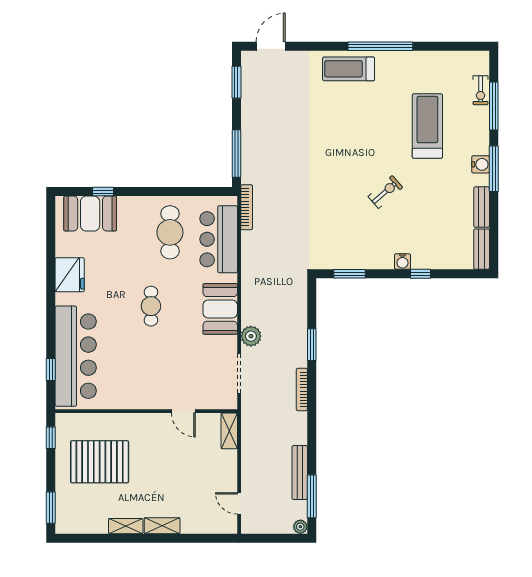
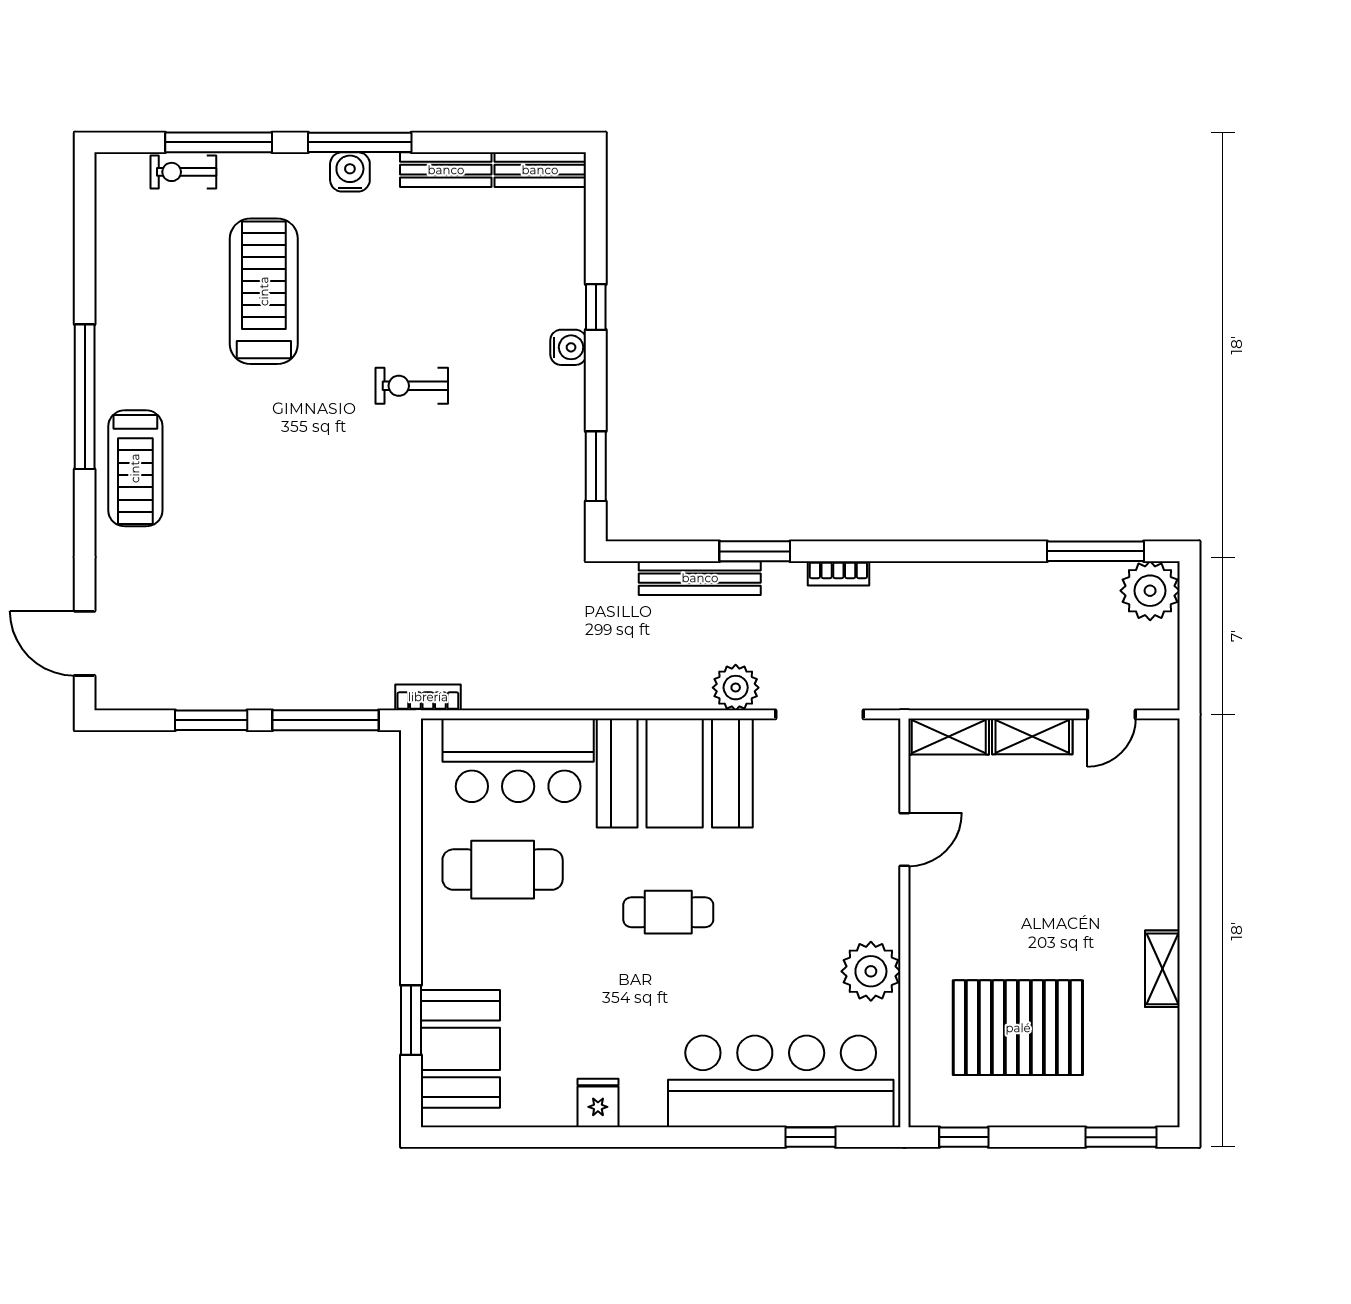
window: (236, 82) -> (211, 720), moved
exercise bike: (481, 90) -> (183, 172), turned 180
treadmill: (427, 126) -> (264, 291), turned 90
window: (103, 192) -> (411, 1020), width x1.50
exercise bike: (385, 192) -> (412, 386), turned -49
bookcase: (247, 207) -> (428, 697), width x0.64
fridge: (70, 275) -> (598, 1103), width x0.53, depth x0.75
booth: (220, 309) -> (675, 773), width x1.36, depth x1.42
bookcase: (302, 390) -> (838, 573), width x0.64
plant: (125, 396) -> (871, 971), added
pallet: (100, 462) -> (1018, 1028), turned 90
bench: (300, 473) -> (700, 578), moved
shelving: (162, 526) -> (1032, 736), moved, turned 90
plant: (300, 527) -> (1150, 591), width x1.88, depth x1.88

